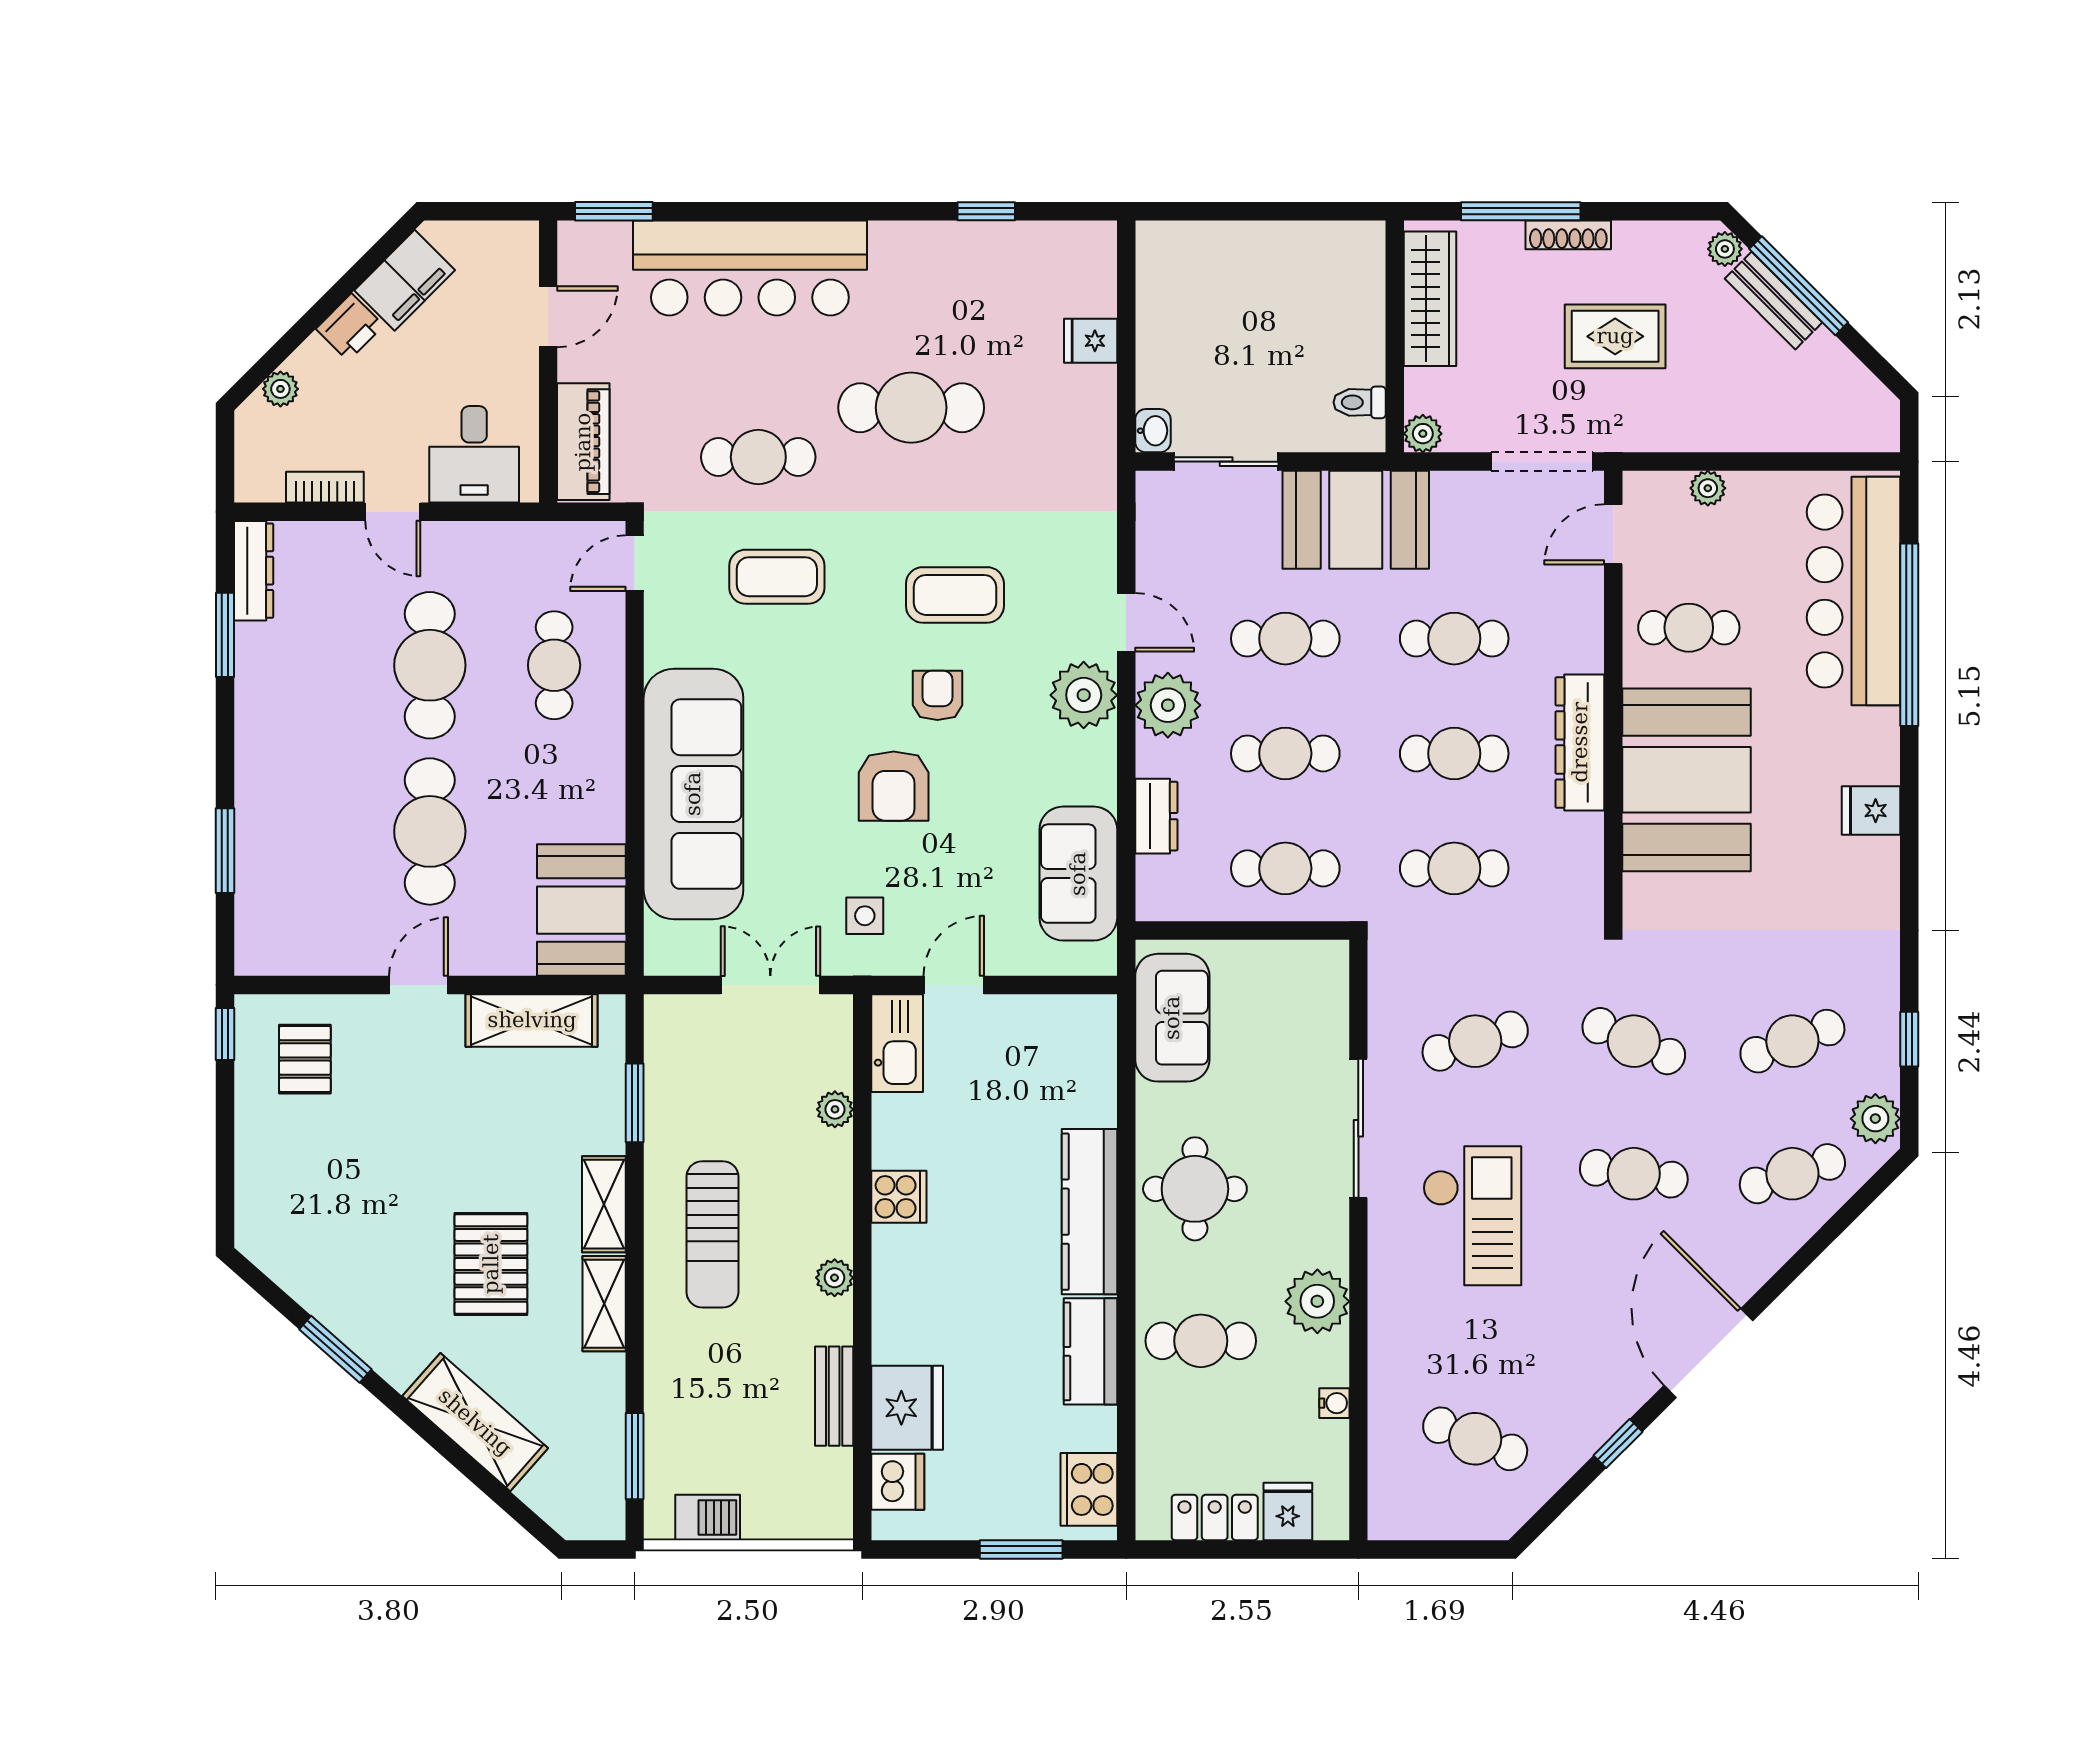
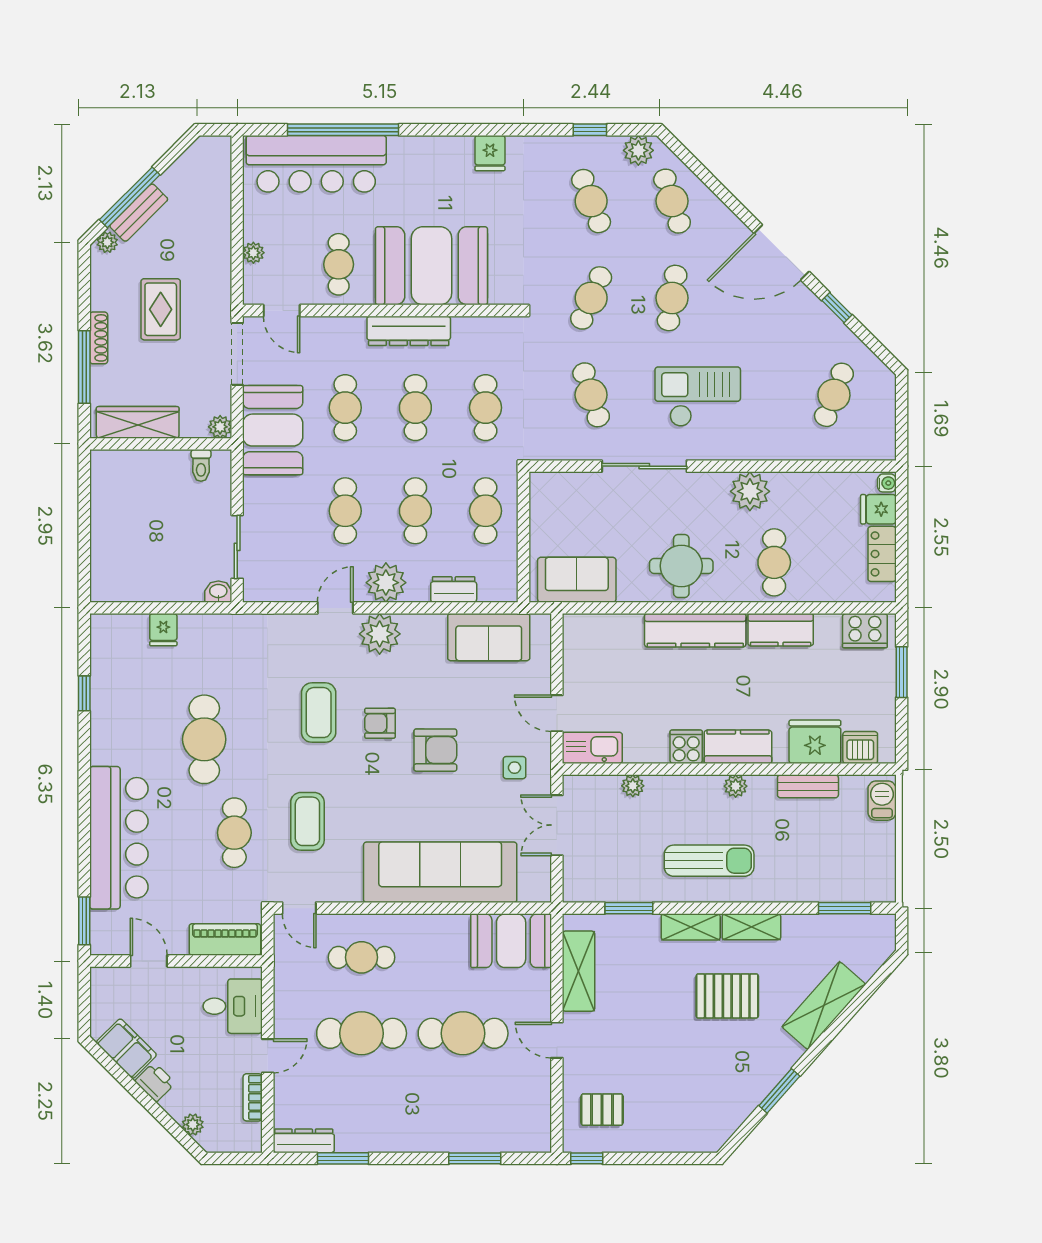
booth: (1356, 520) -> (273, 430), moved
fridge: (1871, 811) -> (490, 153), moved
kitchen counter: (899, 1282) -> (738, 747), added
water cooler: (1334, 1403) -> (887, 483), moved, turned 90
barbecue: (708, 1517) -> (882, 801), moved

